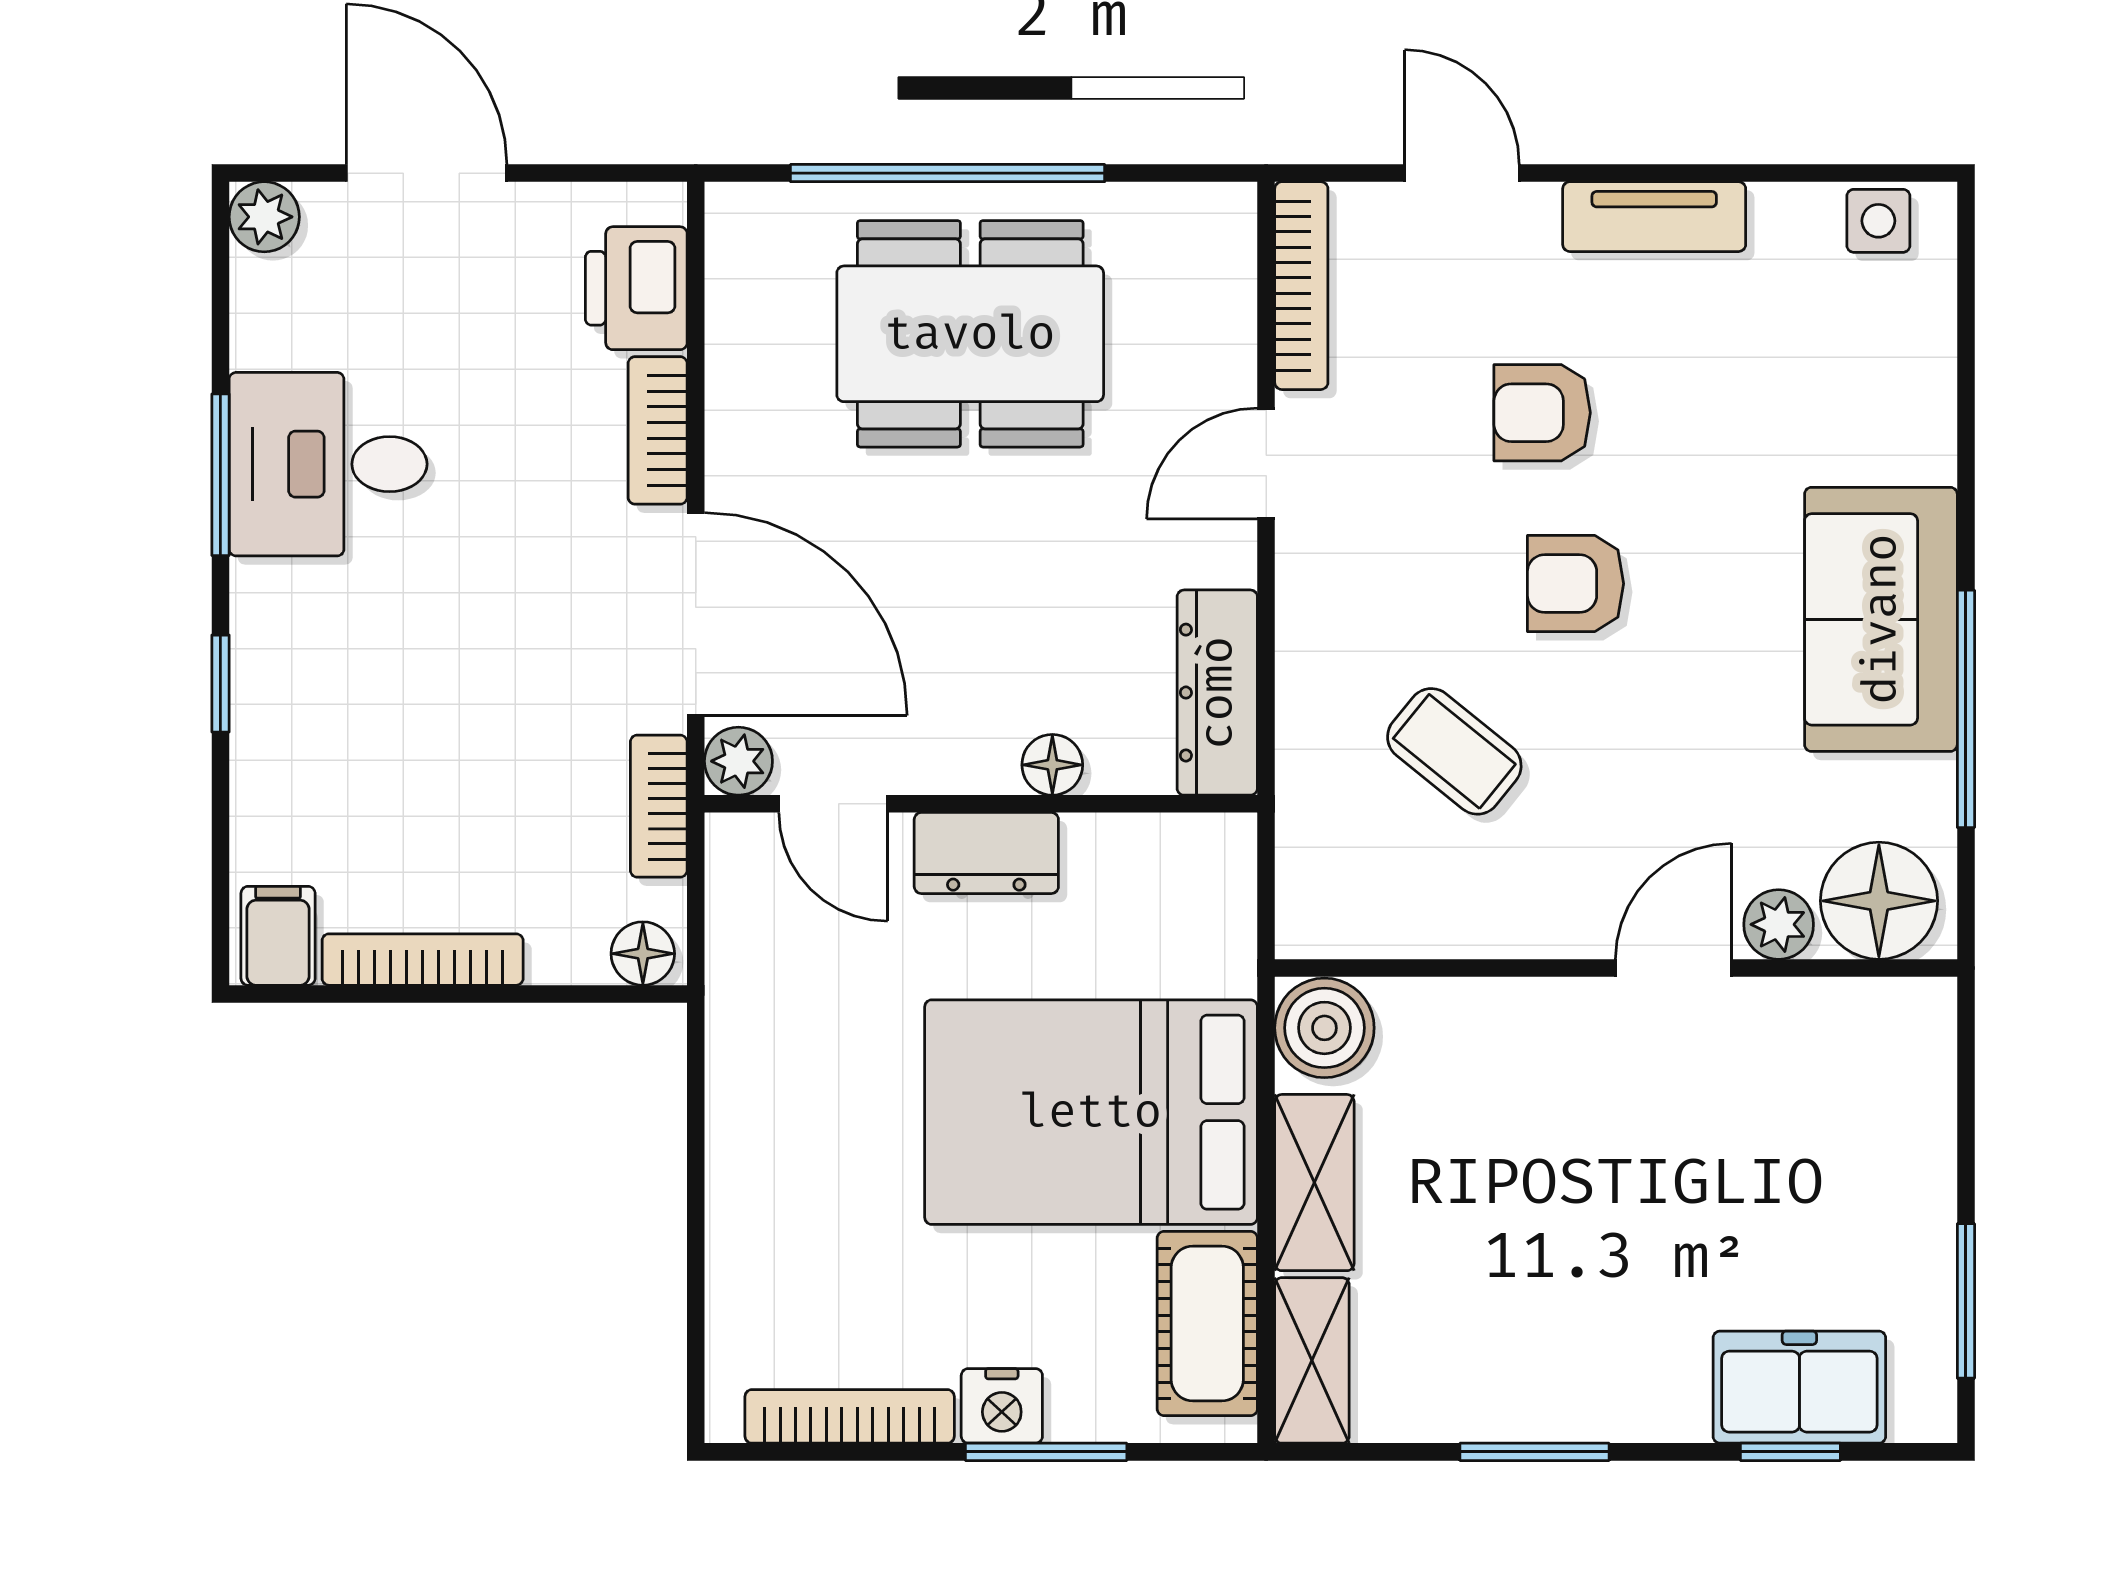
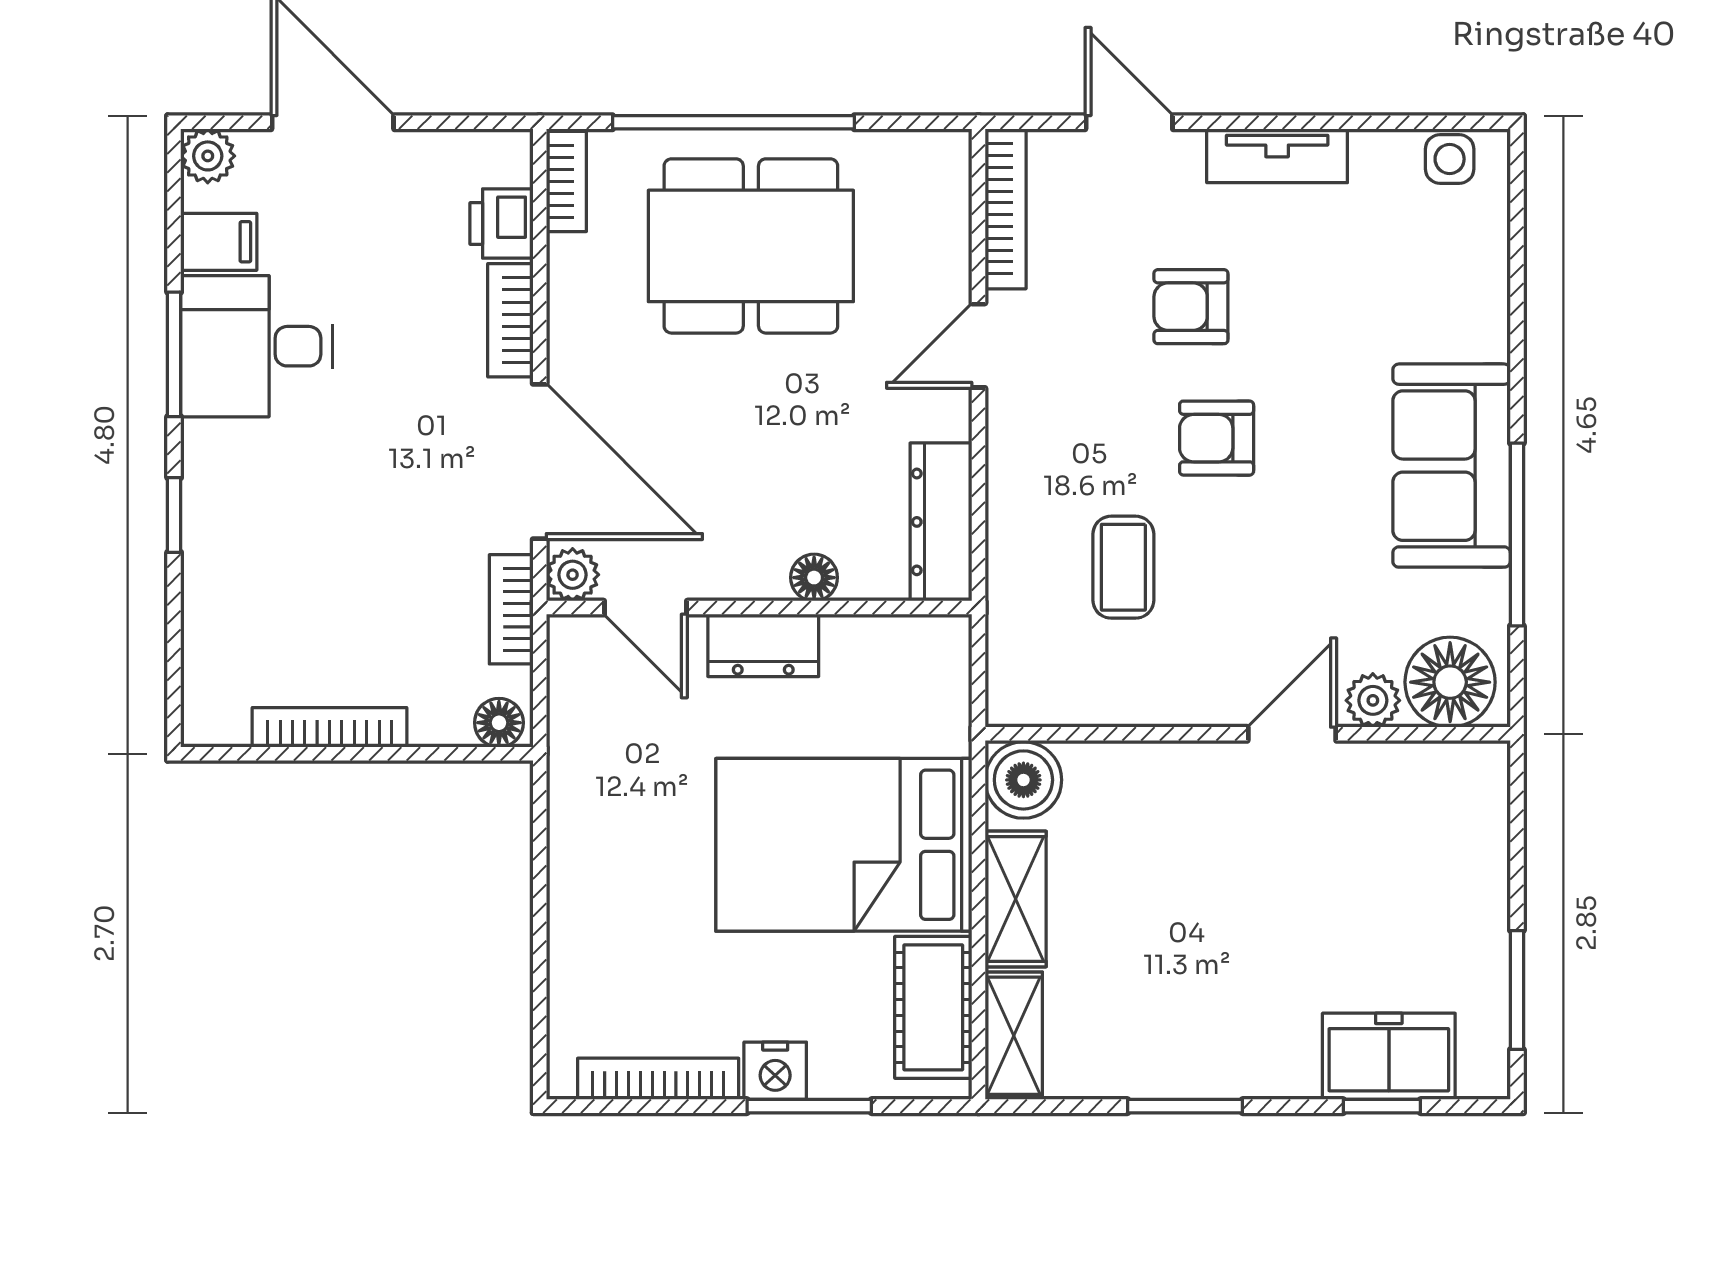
bookcase: (730, 250) -> (566, 181), added
printer: (636, 288) -> (501, 223), width x0.73, depth x0.81
coffee table: (1454, 751) -> (1123, 567), turned 51
filing cabinet: (278, 936) -> (219, 242), moved, turned 90

